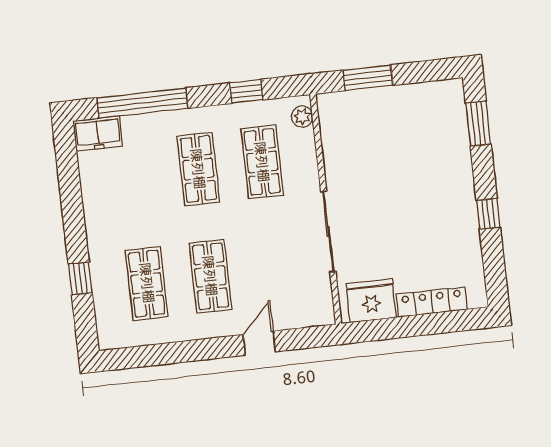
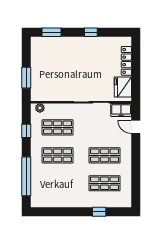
freezer: (98, 134) -> (121, 110), moved, turned 90
door: (259, 343) -> (136, 127), moved

